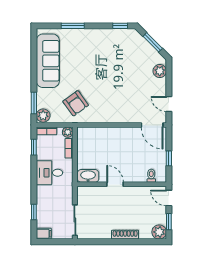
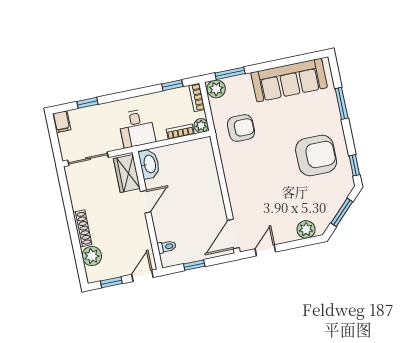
armchair: (107, 52) -> (316, 155), added
armchair: (76, 103) -> (241, 128), turned -144
desk: (49, 173) -> (137, 128), moved, turned 180
wardrobe: (92, 194) -> (127, 174), added
plant: (159, 232) -> (92, 256), moved

